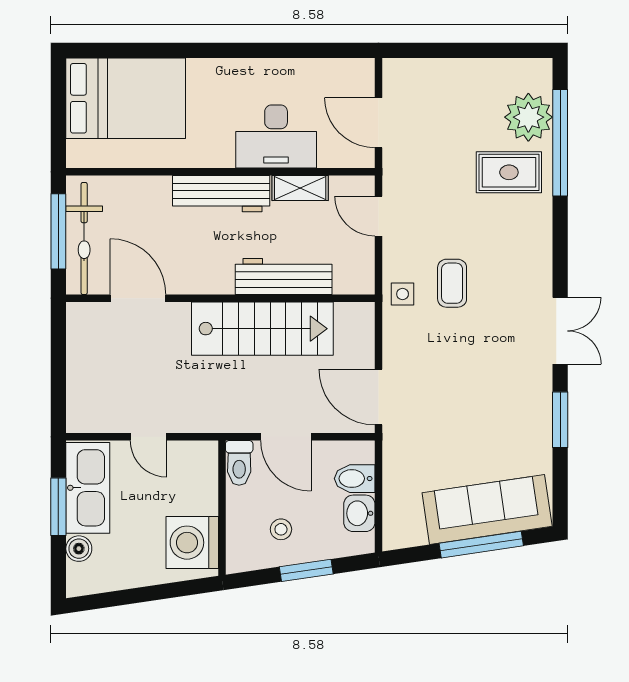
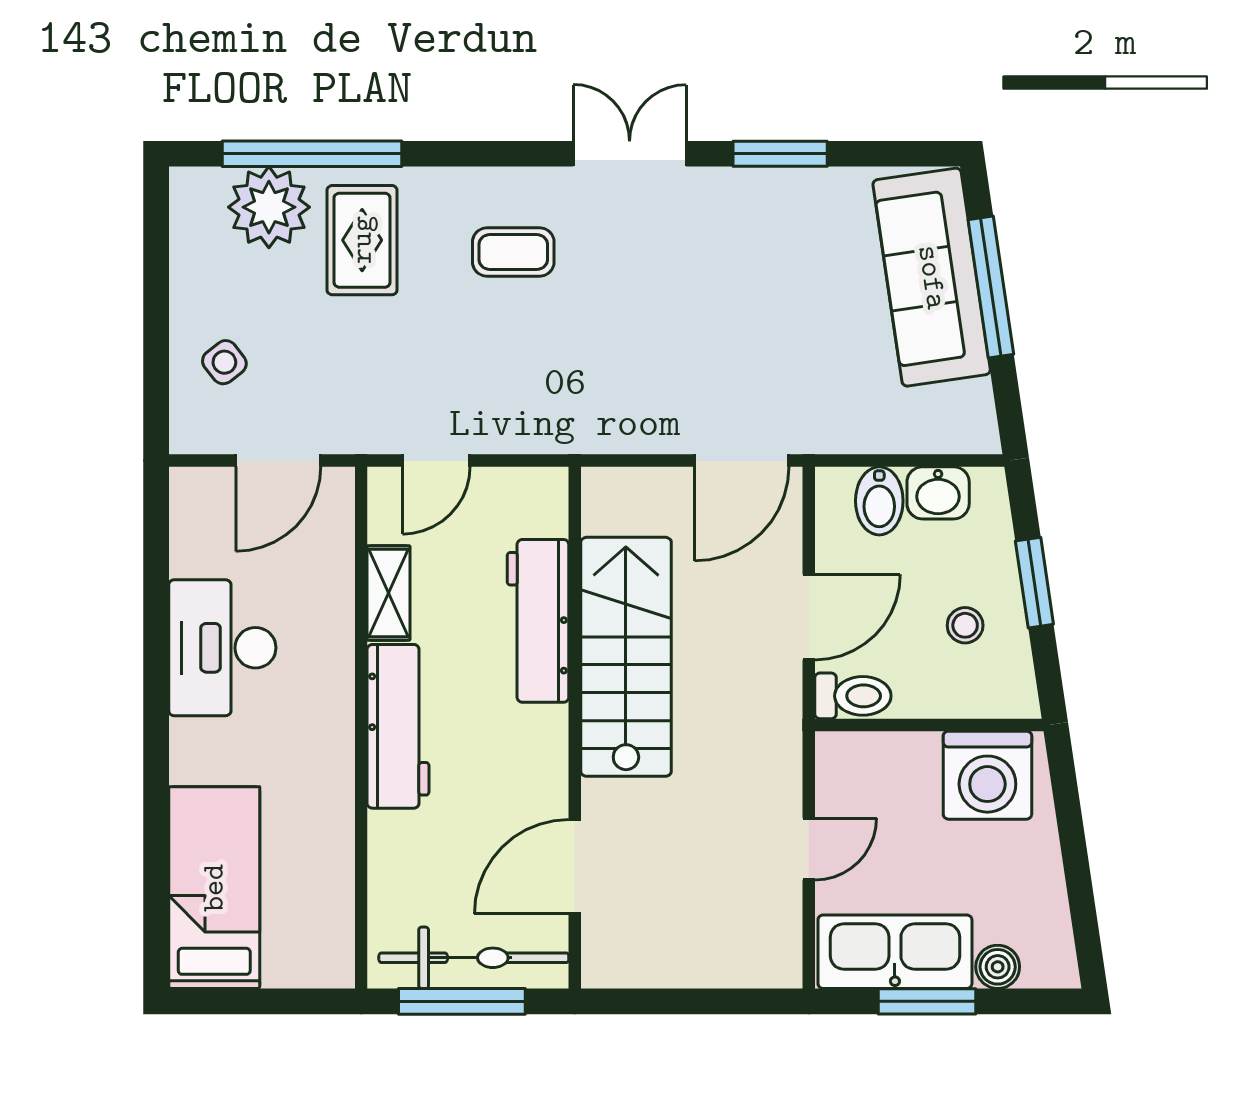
bed: (126, 98) -> (214, 888), width x0.67
desk: (276, 137) -> (222, 648), moved, turned 180
coffee table: (452, 283) -> (513, 252), moved
side table: (403, 294) -> (224, 362), moved, turned -38

